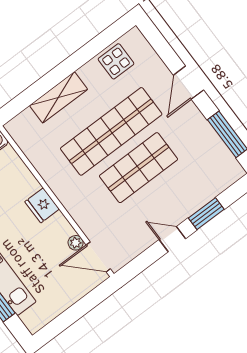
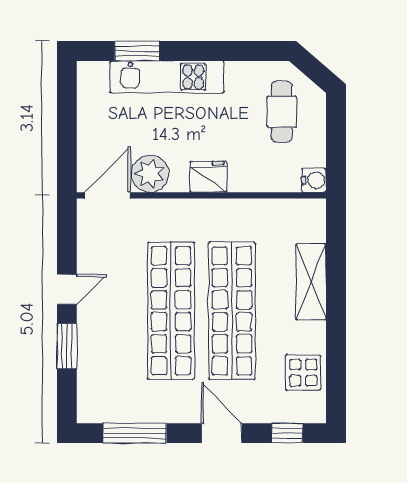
window: (159, 44) -> (287, 433), added
shop shelf: (139, 168) -> (171, 311), width x1.40
plant: (76, 243) -> (150, 174), width x1.88, depth x1.88

